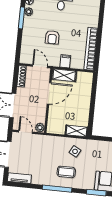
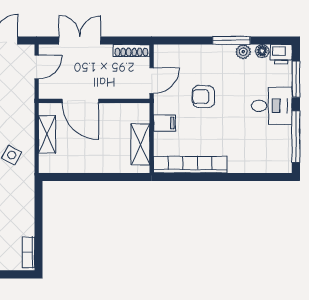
shelving: (64, 75) -> (140, 144), moved
door: (49, 93) -> (80, 101), moved
plant: (40, 128) -> (47, 91), removed
shelving: (76, 131) -> (47, 134), moved

